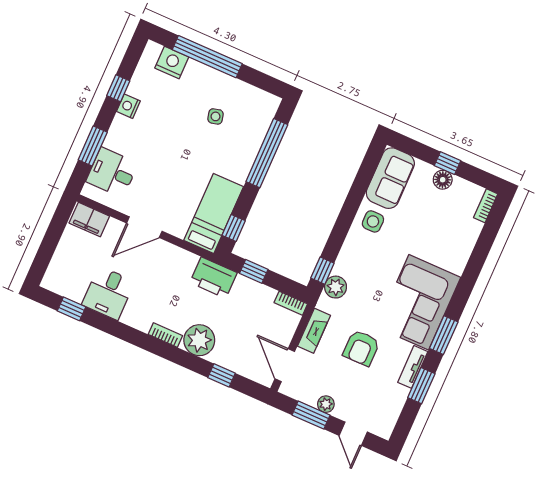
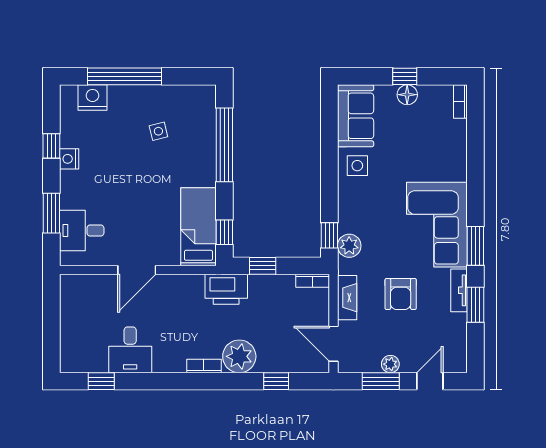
filing cabinet: (89, 220) -> (80, 286), removed
door: (353, 434) -> (430, 381), swing flipped

